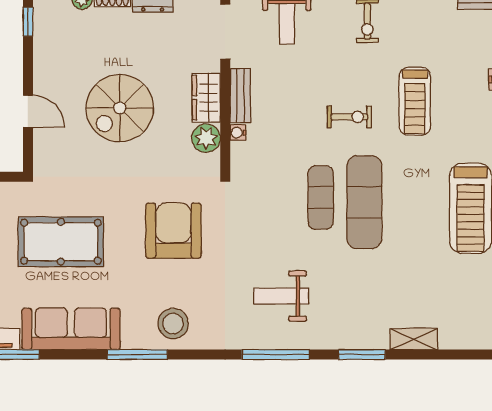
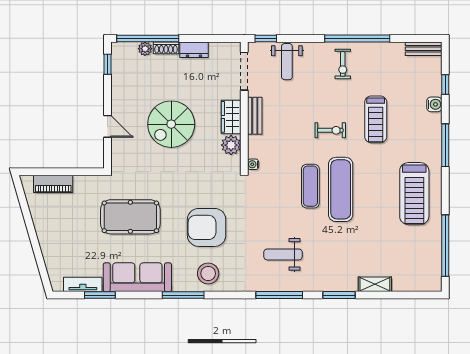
water cooler: (238, 132) -> (253, 164), moved
armchair: (173, 231) -> (207, 227), moved, turned -90

